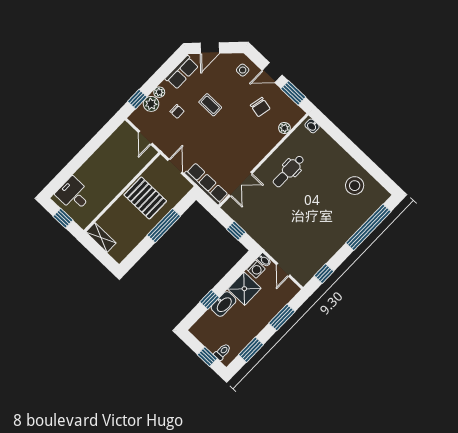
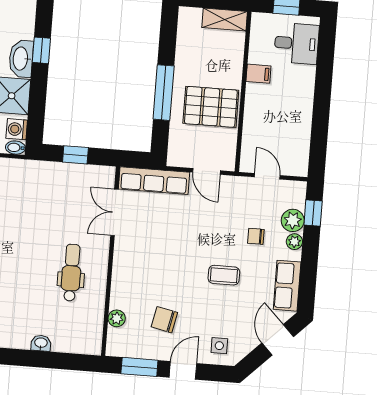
washbasin: (312, 126) -> (41, 343), moved
filing cabinet: (106, 195) -> (258, 74), added

